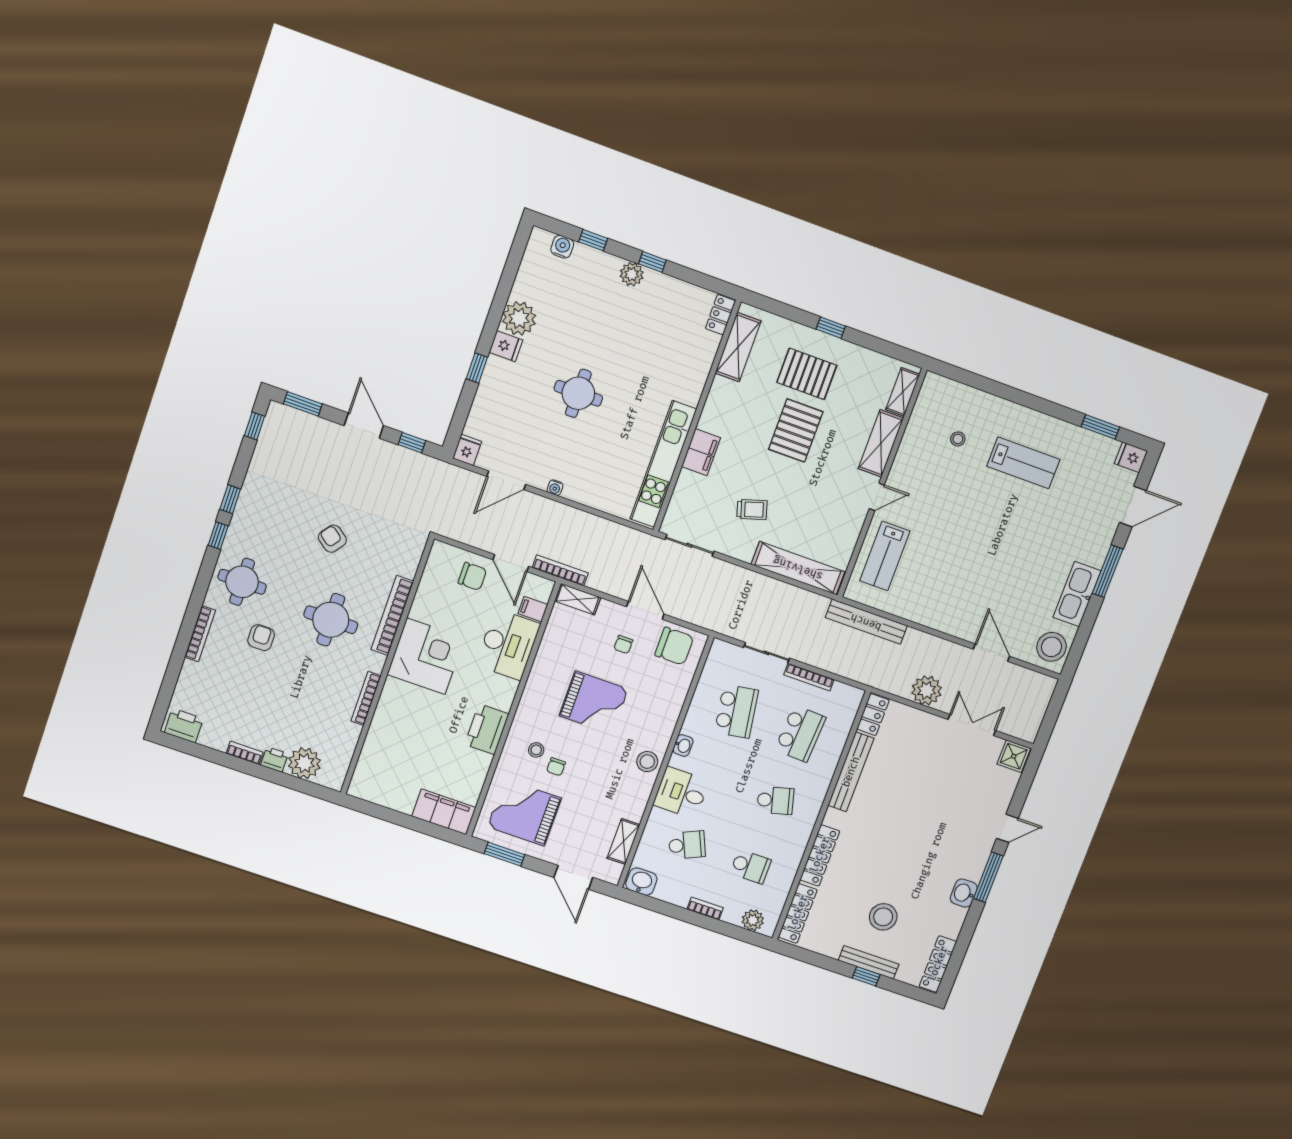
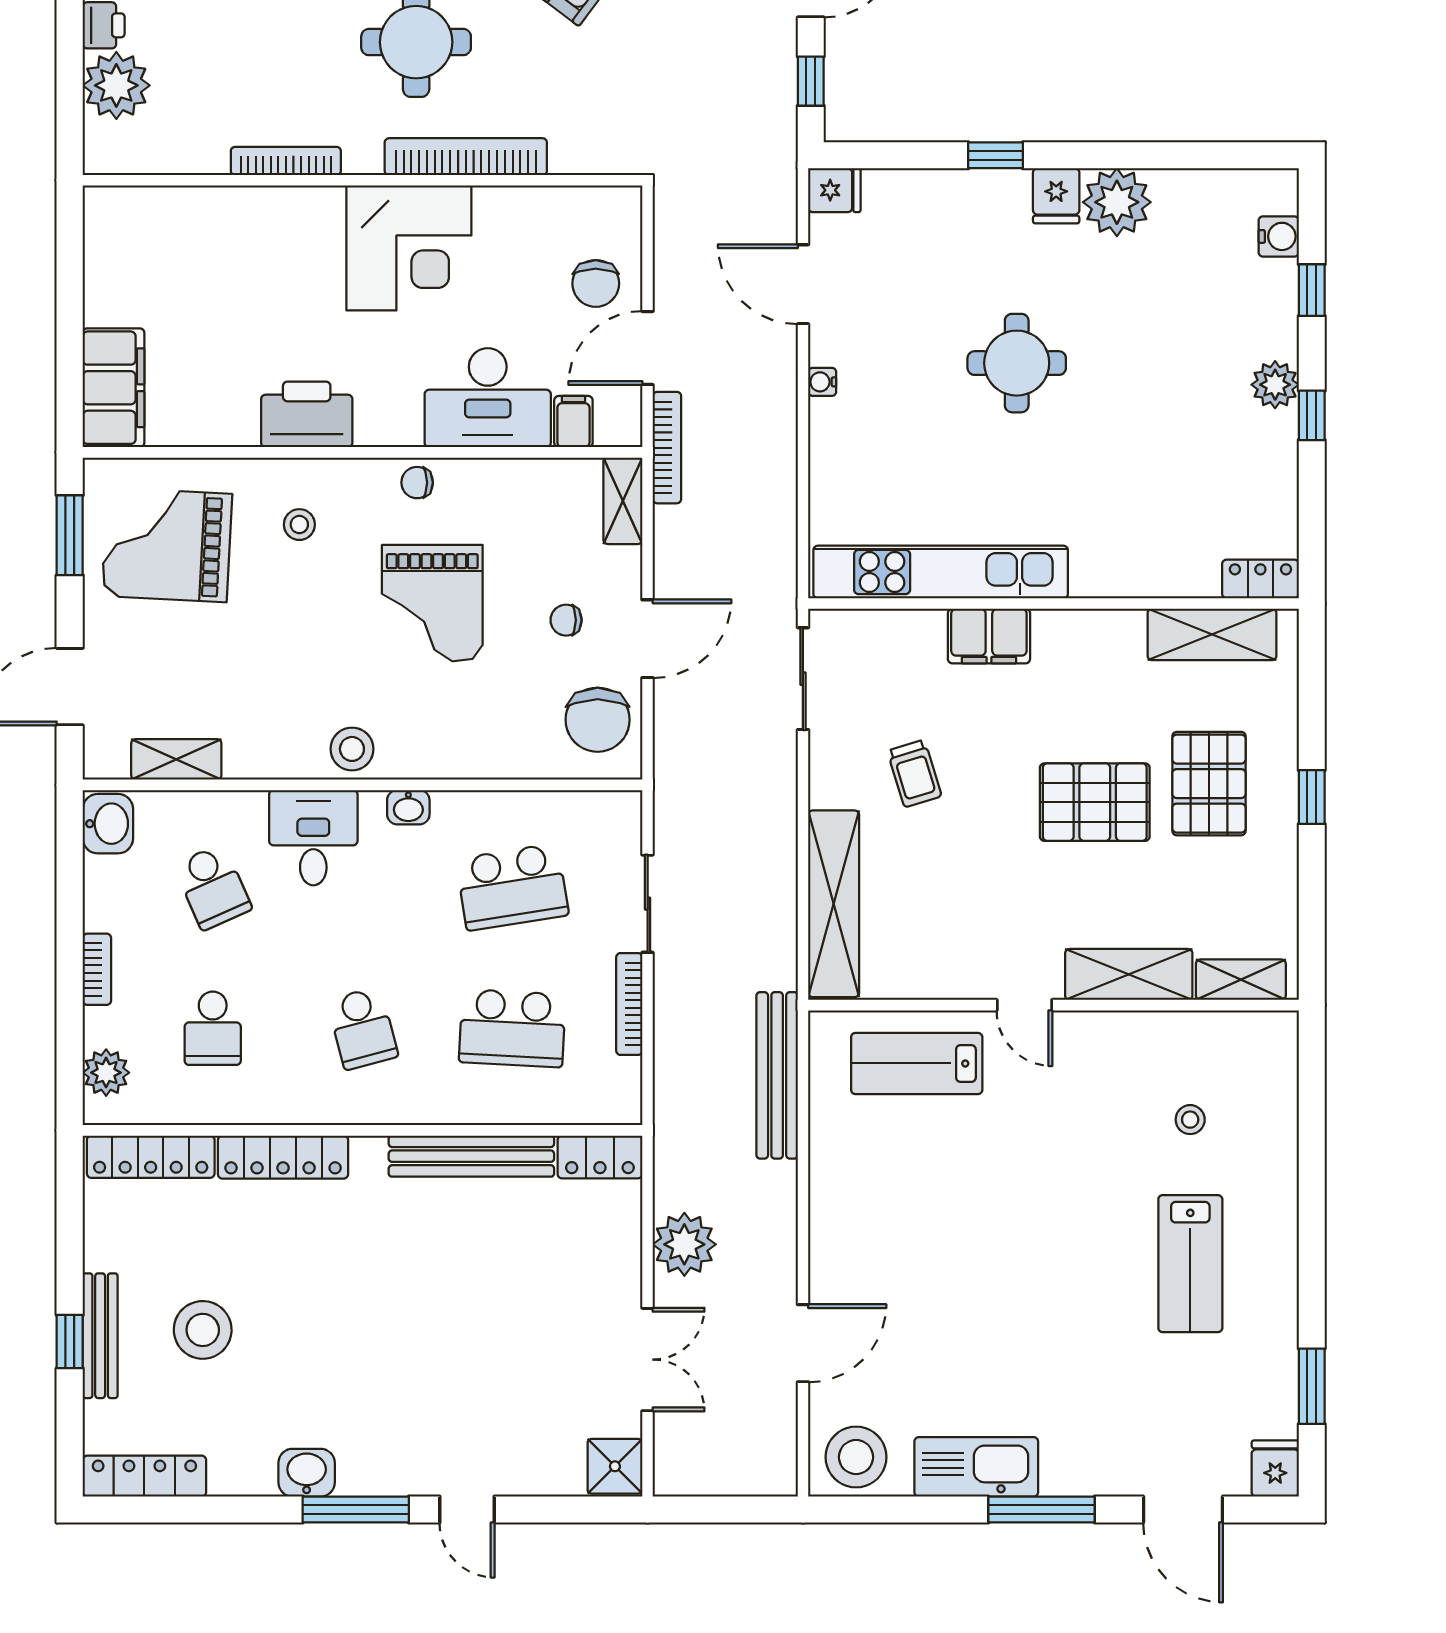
chair: (556, 767) -> (417, 483), moved
grand piano: (524, 812) -> (167, 545), turned -87

